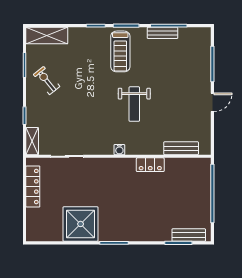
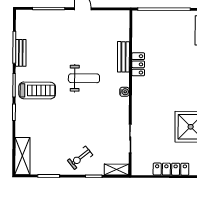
exercise bike: (47, 81) -> (80, 158), moved
bench: (181, 148) -> (123, 57), moved
locker: (33, 186) -> (171, 169), moved

